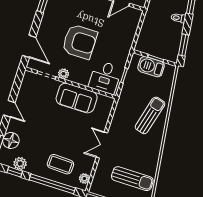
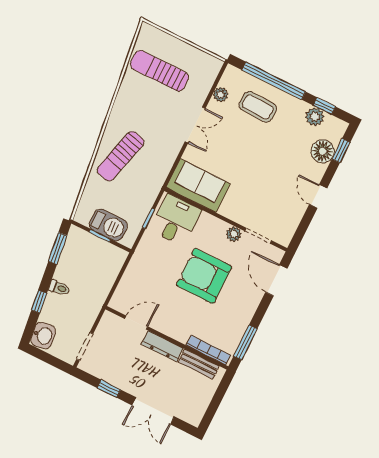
sofa: (77, 98) -> (198, 186), moved
plant: (84, 179) -> (221, 94), moved

